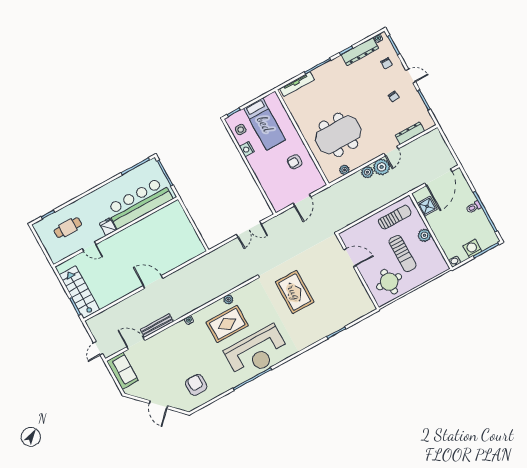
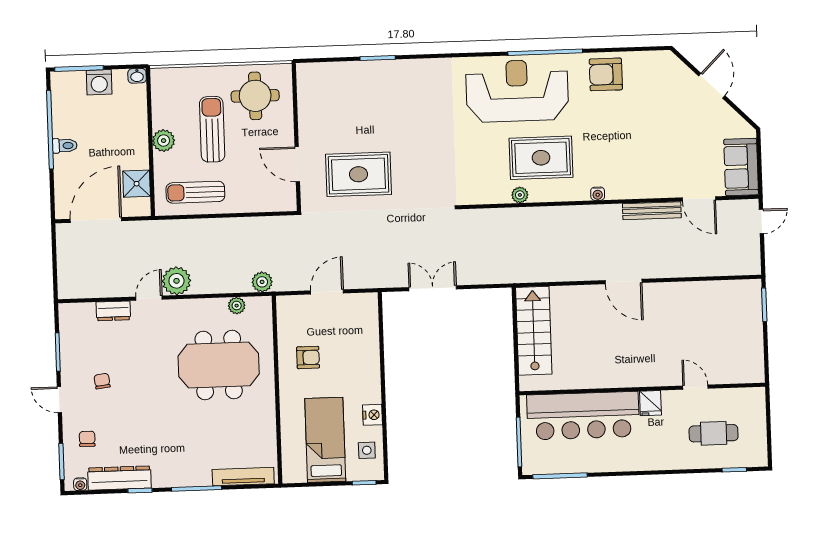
dresser: (410, 133) -> (113, 311), width x0.70
plant: (367, 172) -> (262, 282), moved
stairs: (80, 292) -> (534, 331), moved, turned 180
rug: (295, 292) -> (358, 174), moved, turned 90
armchair: (196, 385) -> (606, 74), moved, turned 90

